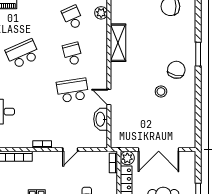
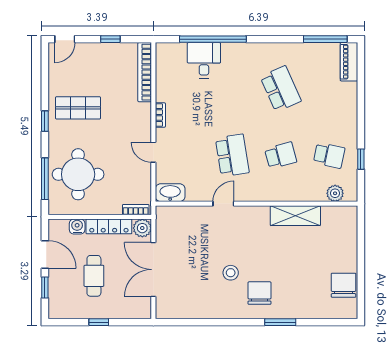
school desk: (73, 17) -> (329, 155), turned 36
chair: (176, 70) -> (259, 293), turned -104
washbasin: (101, 119) -> (170, 193), moved

